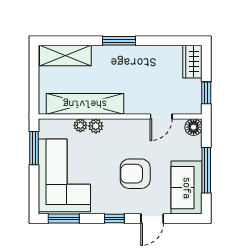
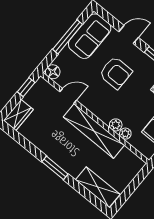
shelving: (85, 104) -> (94, 131), moved

